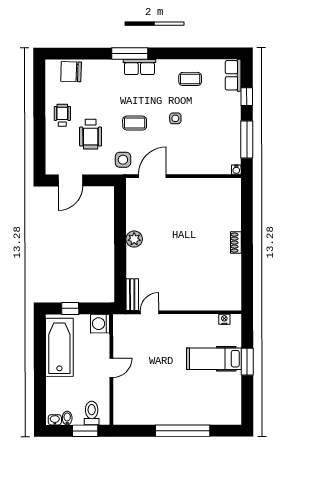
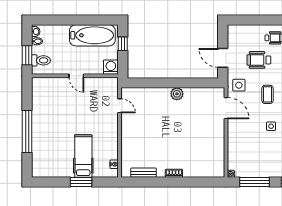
door: (70, 180) -> (223, 58), moved
bench: (132, 295) -> (144, 173), moved

